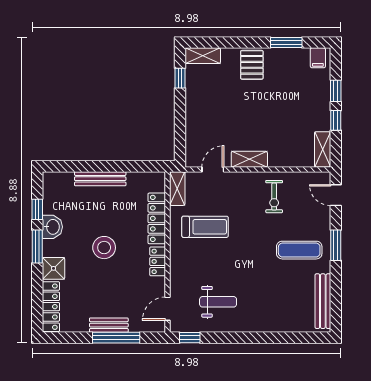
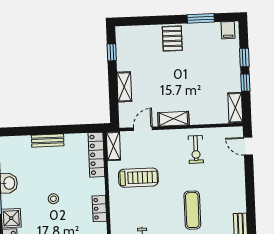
shelving: (203, 56) -> (124, 87), moved, turned 90
bench: (100, 179) -> (48, 141), width x0.73
locker: (157, 218) -> (96, 155), moved
window: (336, 245) -> (250, 189), removed
stool: (104, 248) -> (53, 199), width x0.53, depth x0.53
exercise mat: (299, 250) -> (192, 210), moved, turned 90

